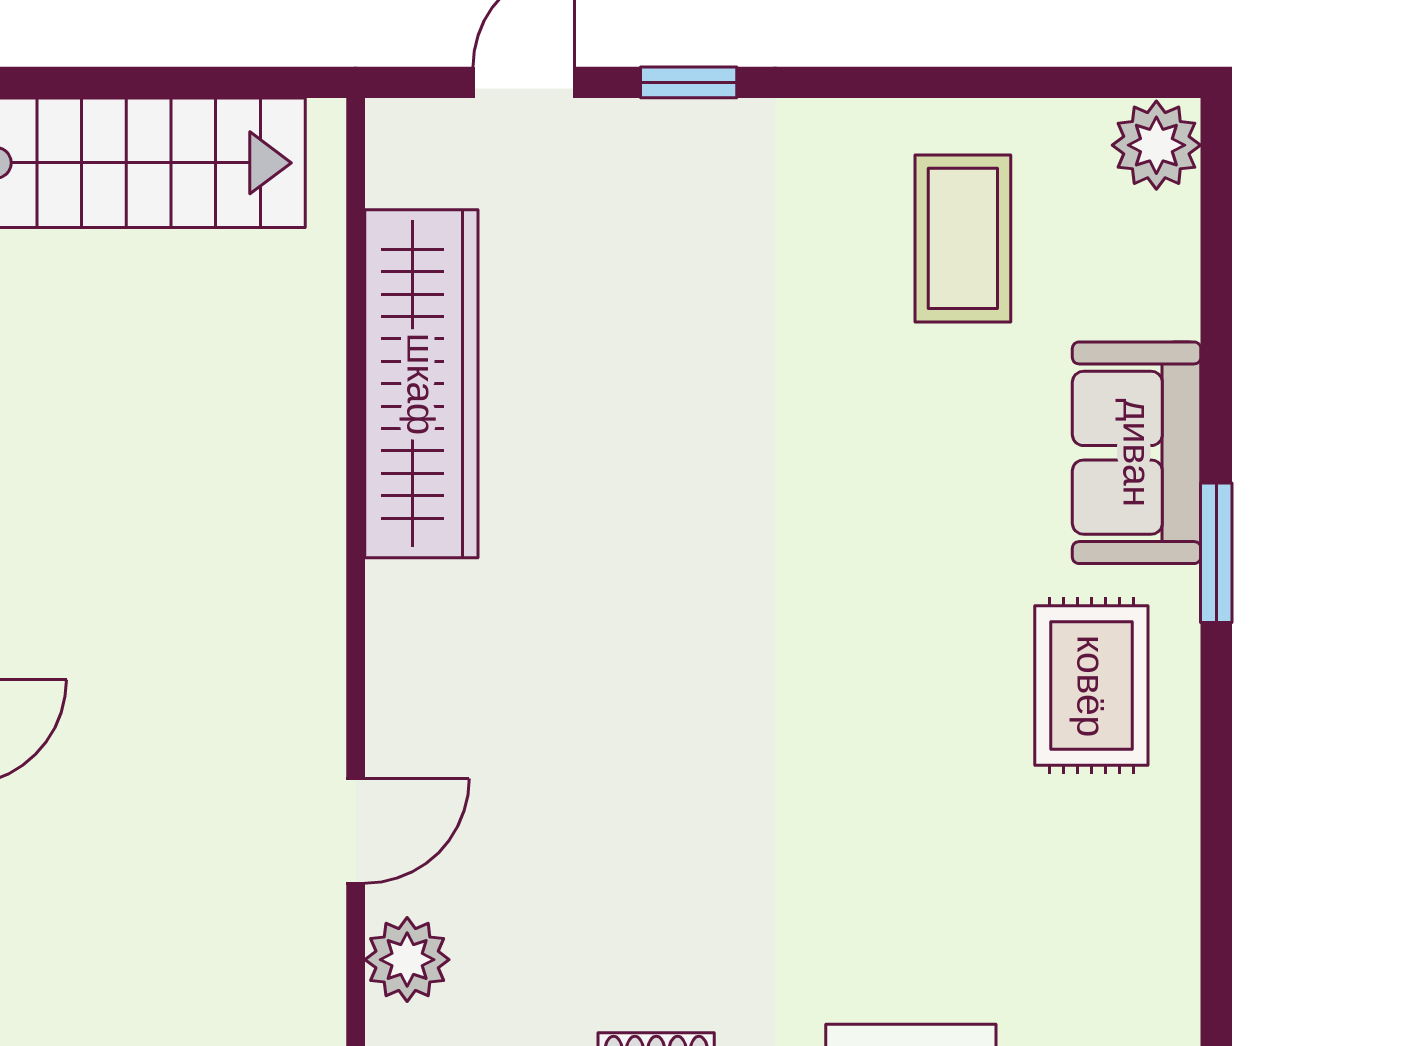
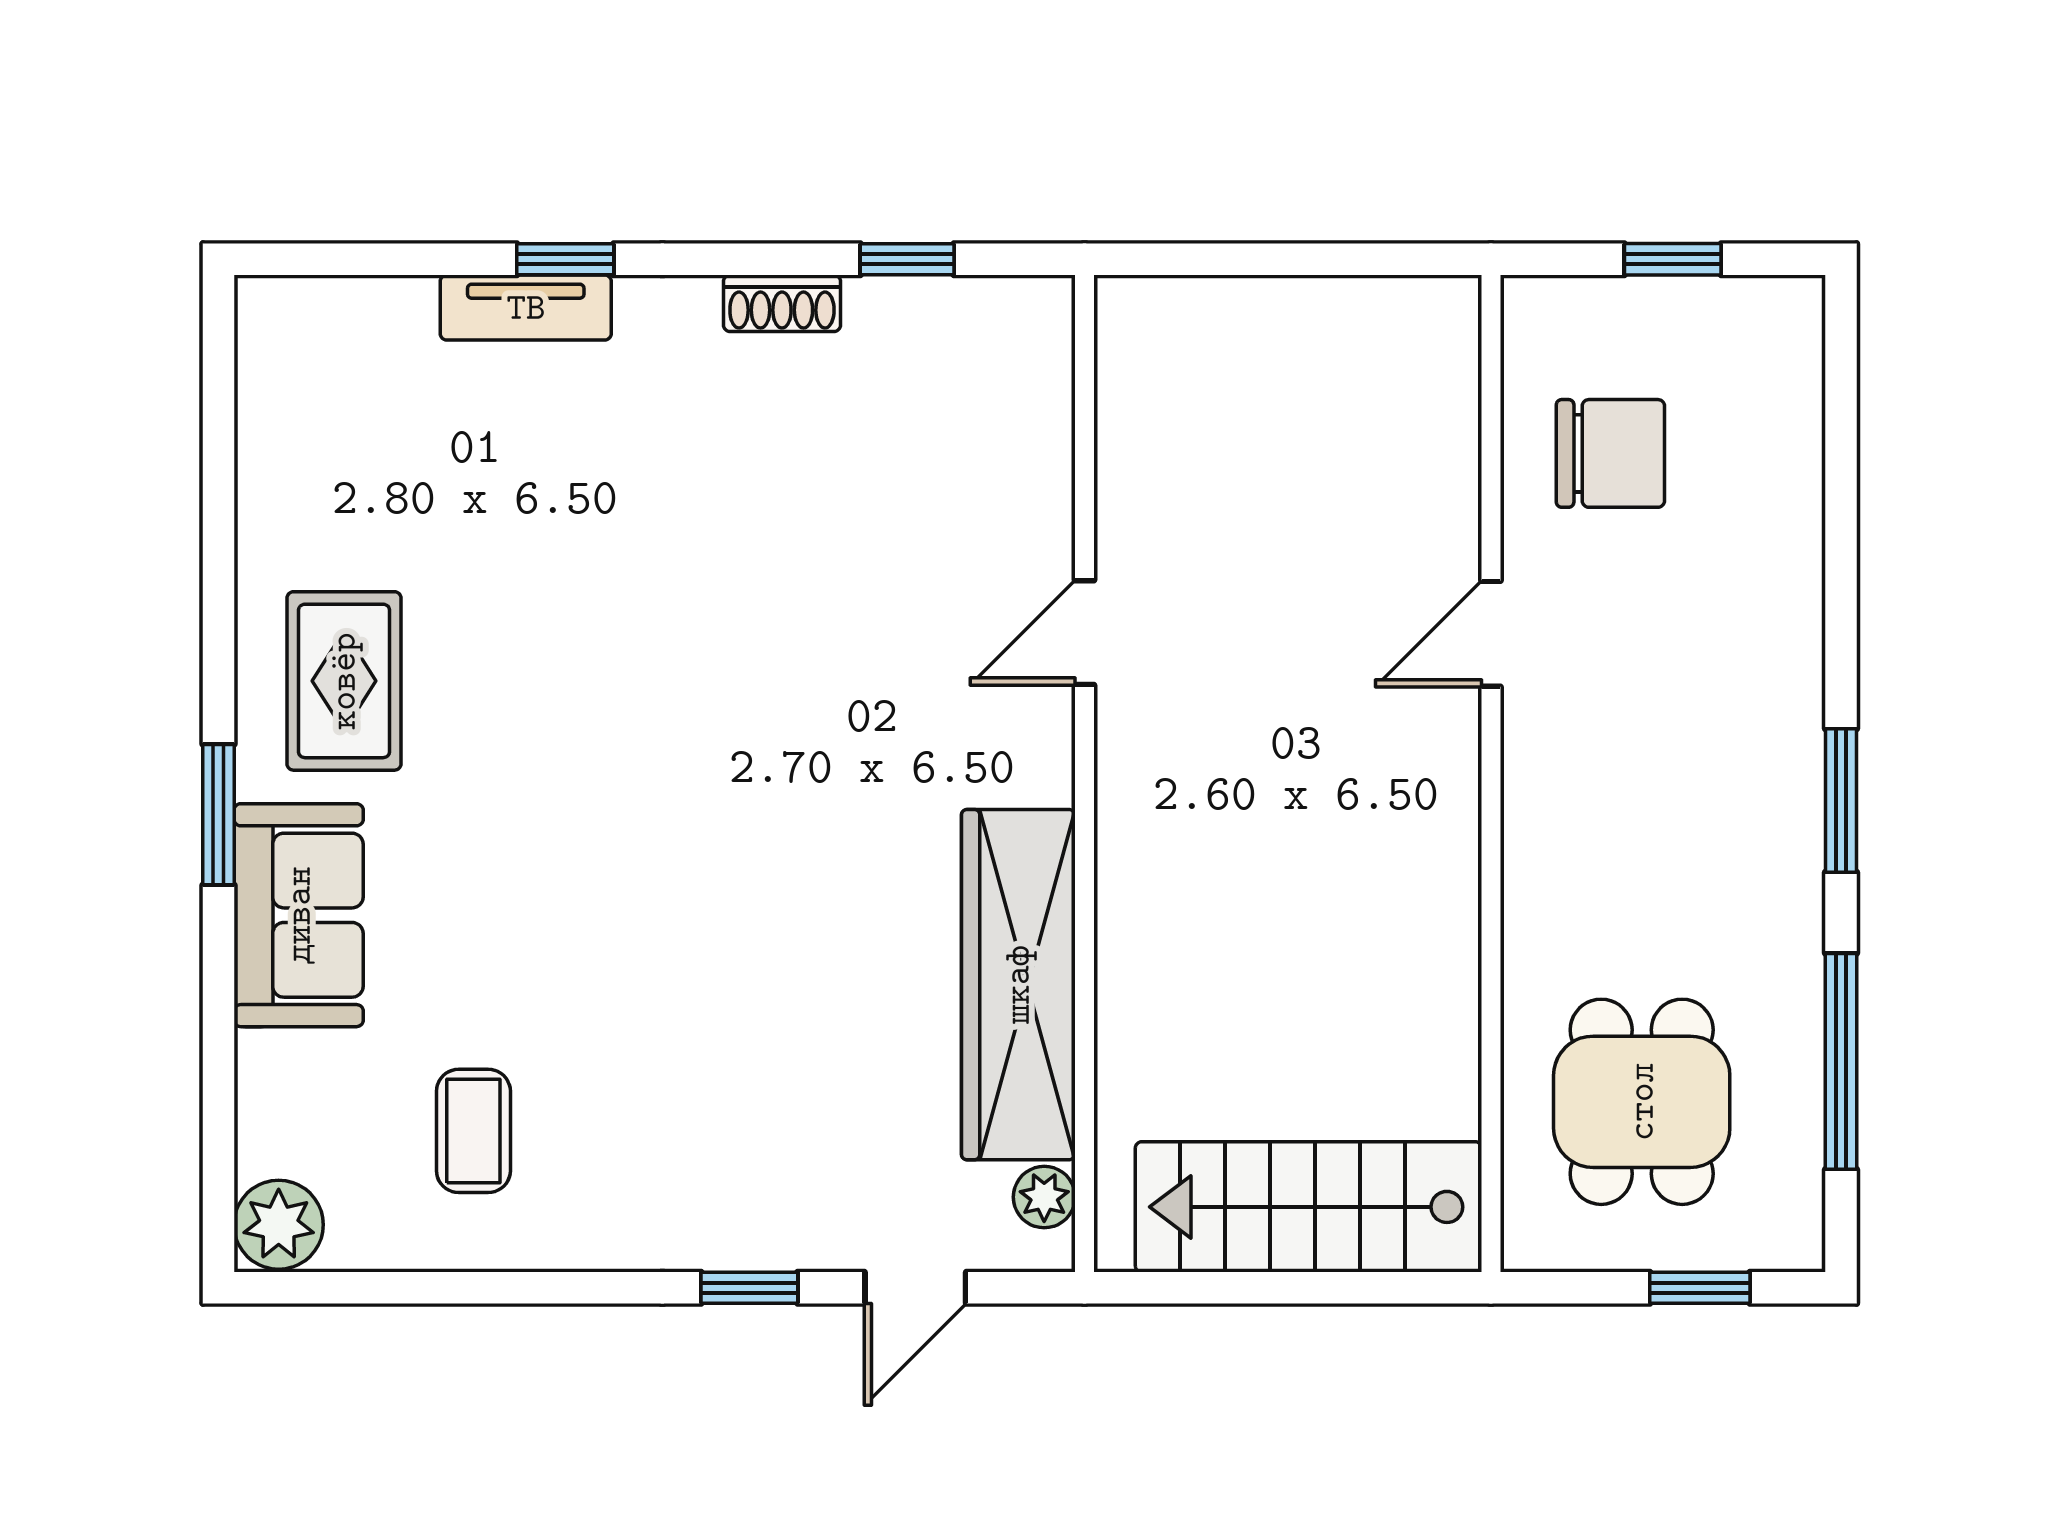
coffee table: (963, 238) -> (473, 1131), width x0.73, depth x0.77
door: (356, 831) -> (1084, 633), moved
plant: (407, 960) -> (1044, 1197), moved, width x0.73, depth x0.73

